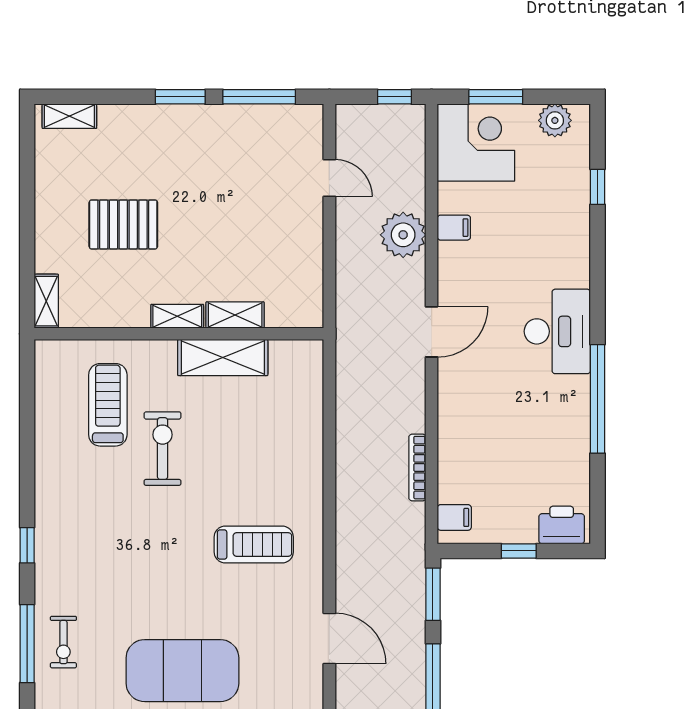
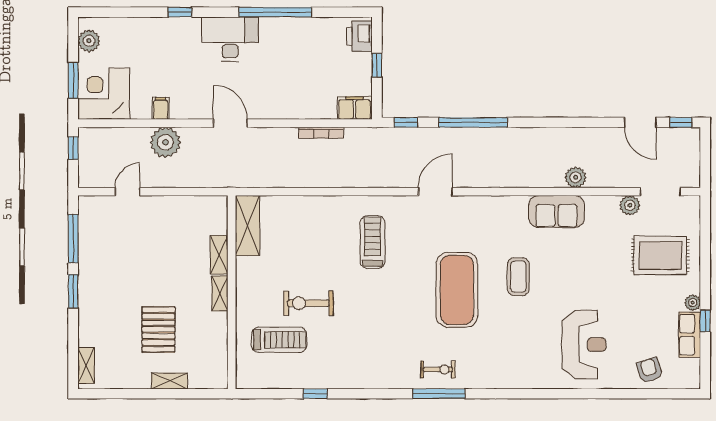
window: (598, 187) -> (180, 12), moved
shelving: (46, 301) -> (169, 381), moved
shelving: (223, 358) -> (248, 226), moved
treadmill: (108, 405) -> (279, 340), turned 180
filing cabinet: (454, 517) -> (354, 108), width x2.00
window: (27, 545) -> (315, 394), moved
window: (433, 594) -> (406, 122), width x0.67

